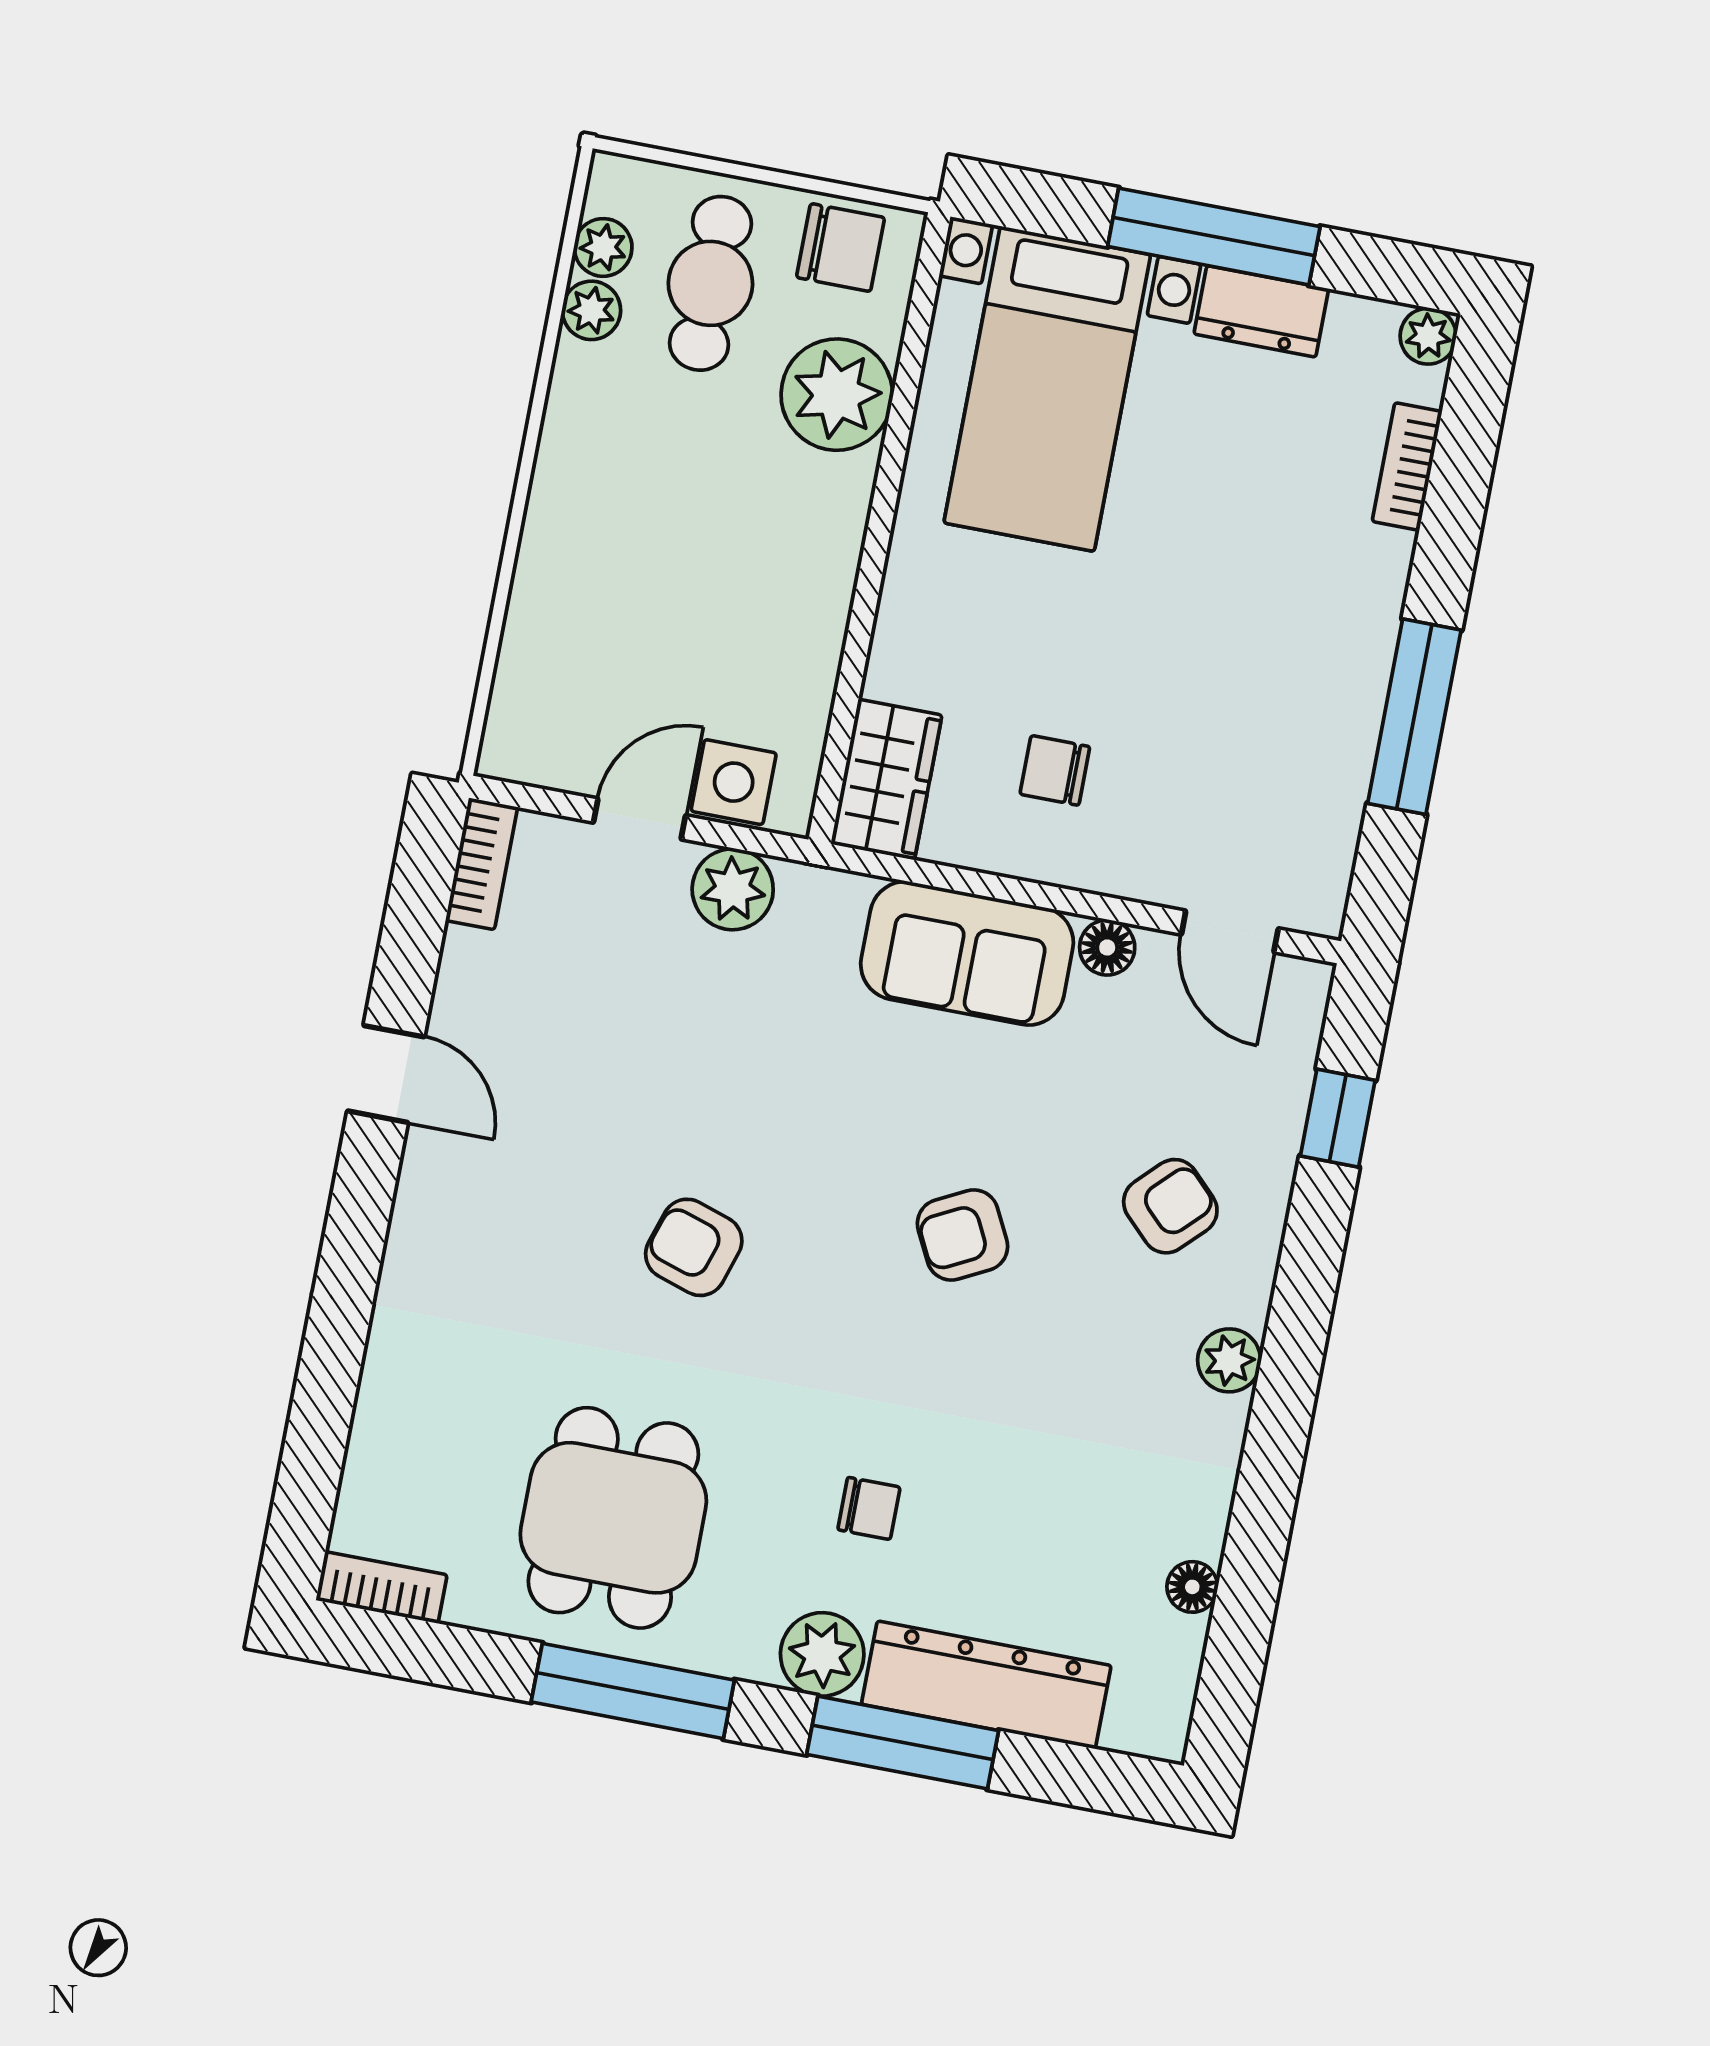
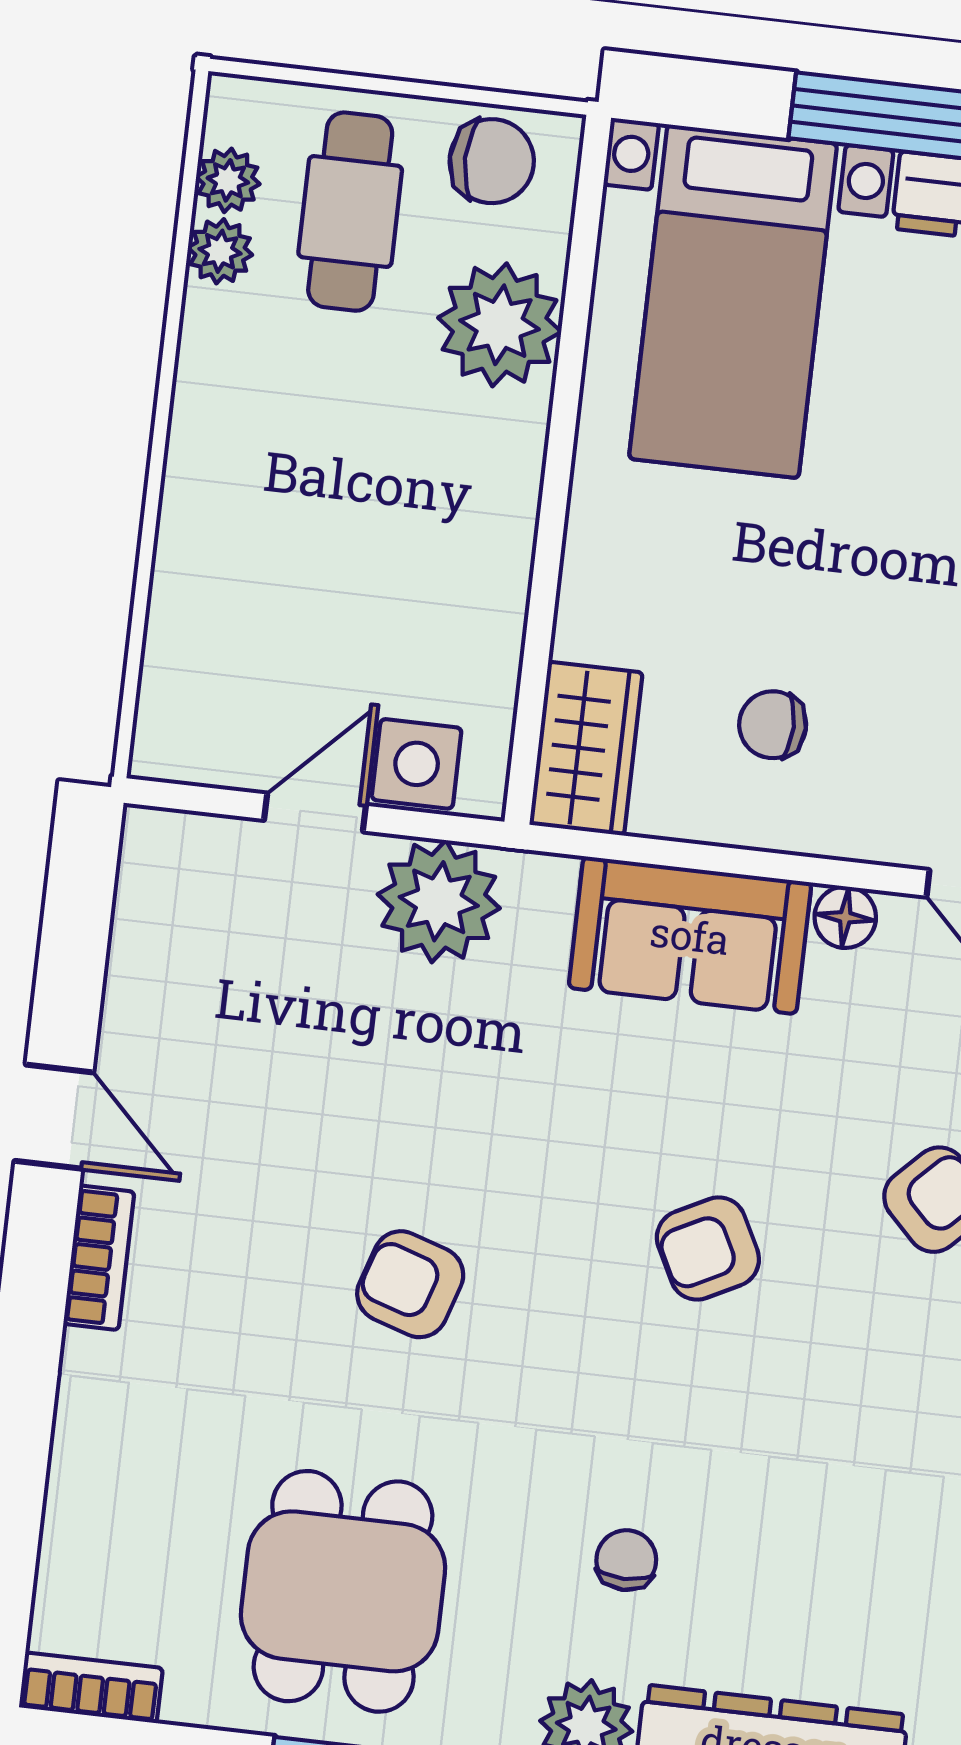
bookcase: (482, 864) -> (99, 1258), moved
plant: (733, 889) -> (439, 901), width x1.36, depth x1.36
chair: (869, 1508) -> (626, 1560), turned -90

